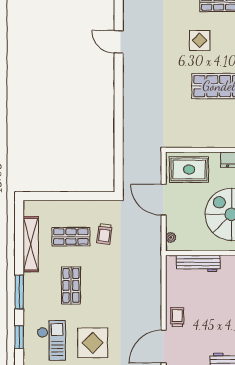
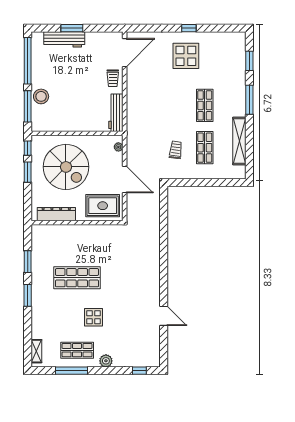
shop shelf: (71, 237) -> (205, 148), turned 90
workbench: (198, 263) -> (116, 113), moved, turned -90
checkout: (51, 340) -> (222, 58), removed

